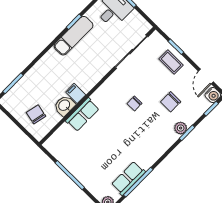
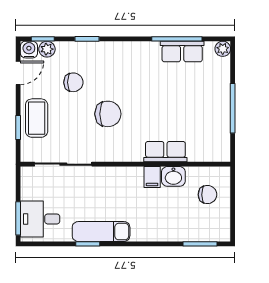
coffee table: (171, 62) -> (37, 118), width x1.36, depth x1.30
chair: (134, 103) -> (108, 114), width x1.87, depth x1.87
chair: (36, 114) -> (207, 195), turned -102
plant: (181, 128) -> (47, 49), moved

